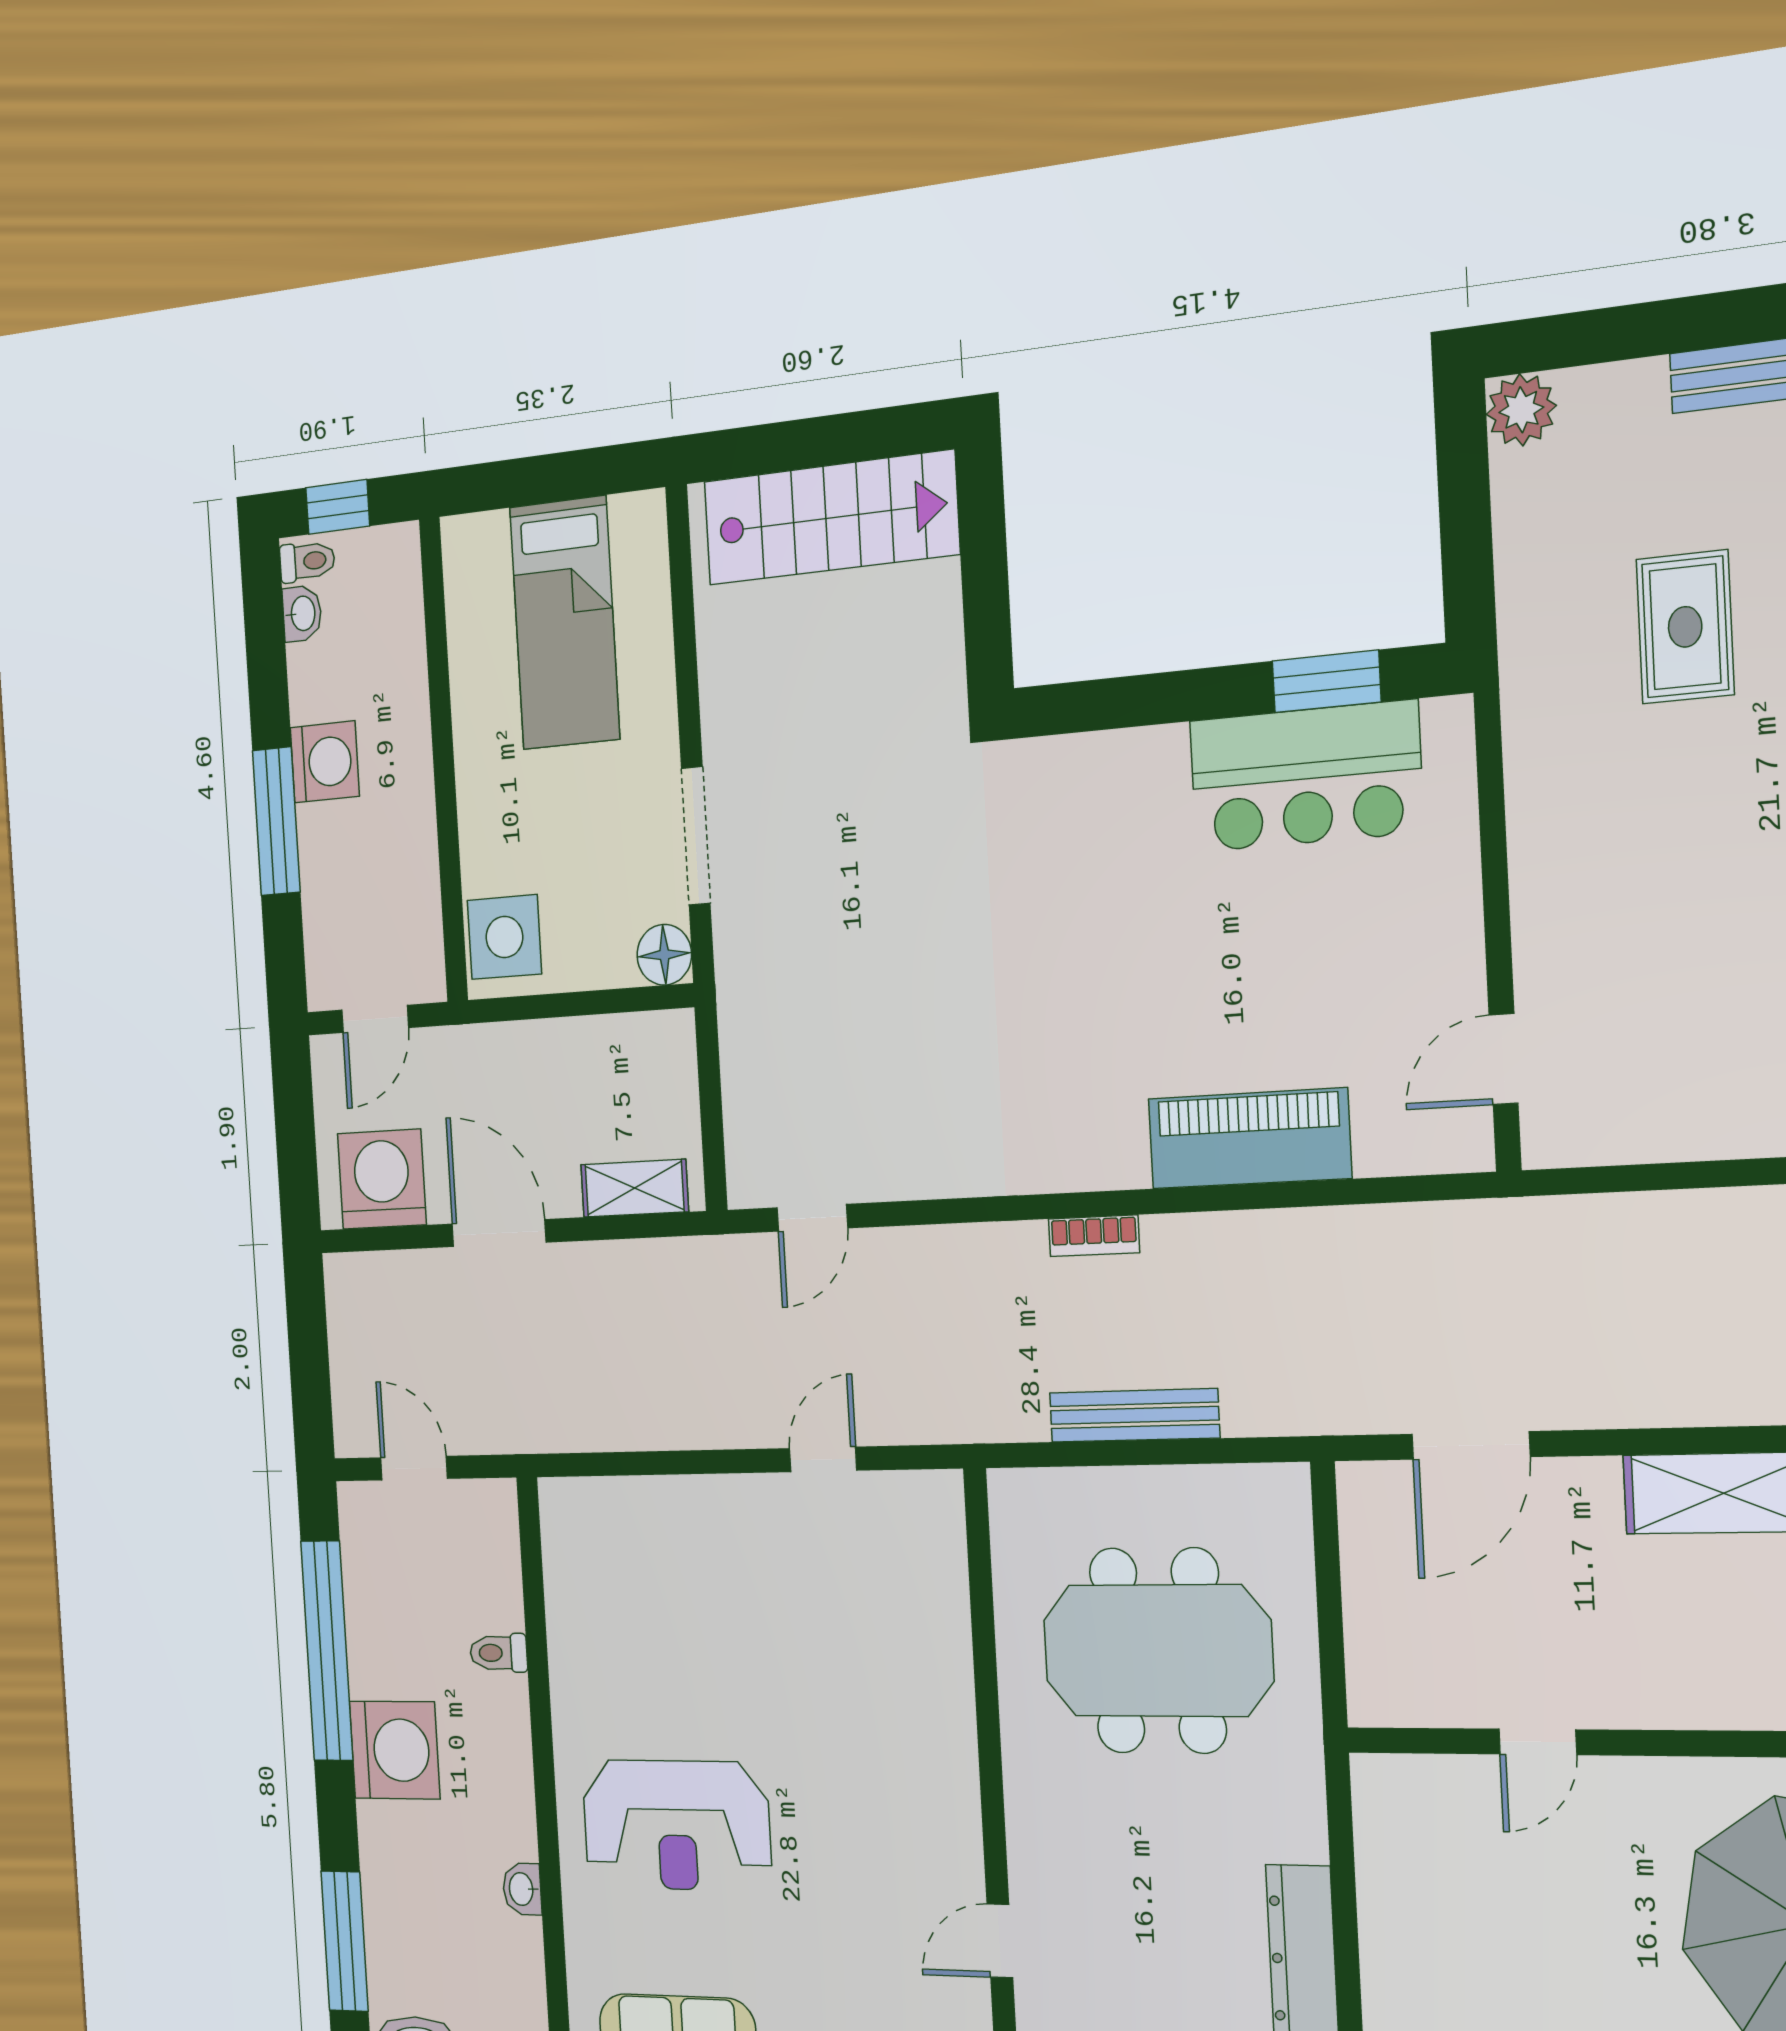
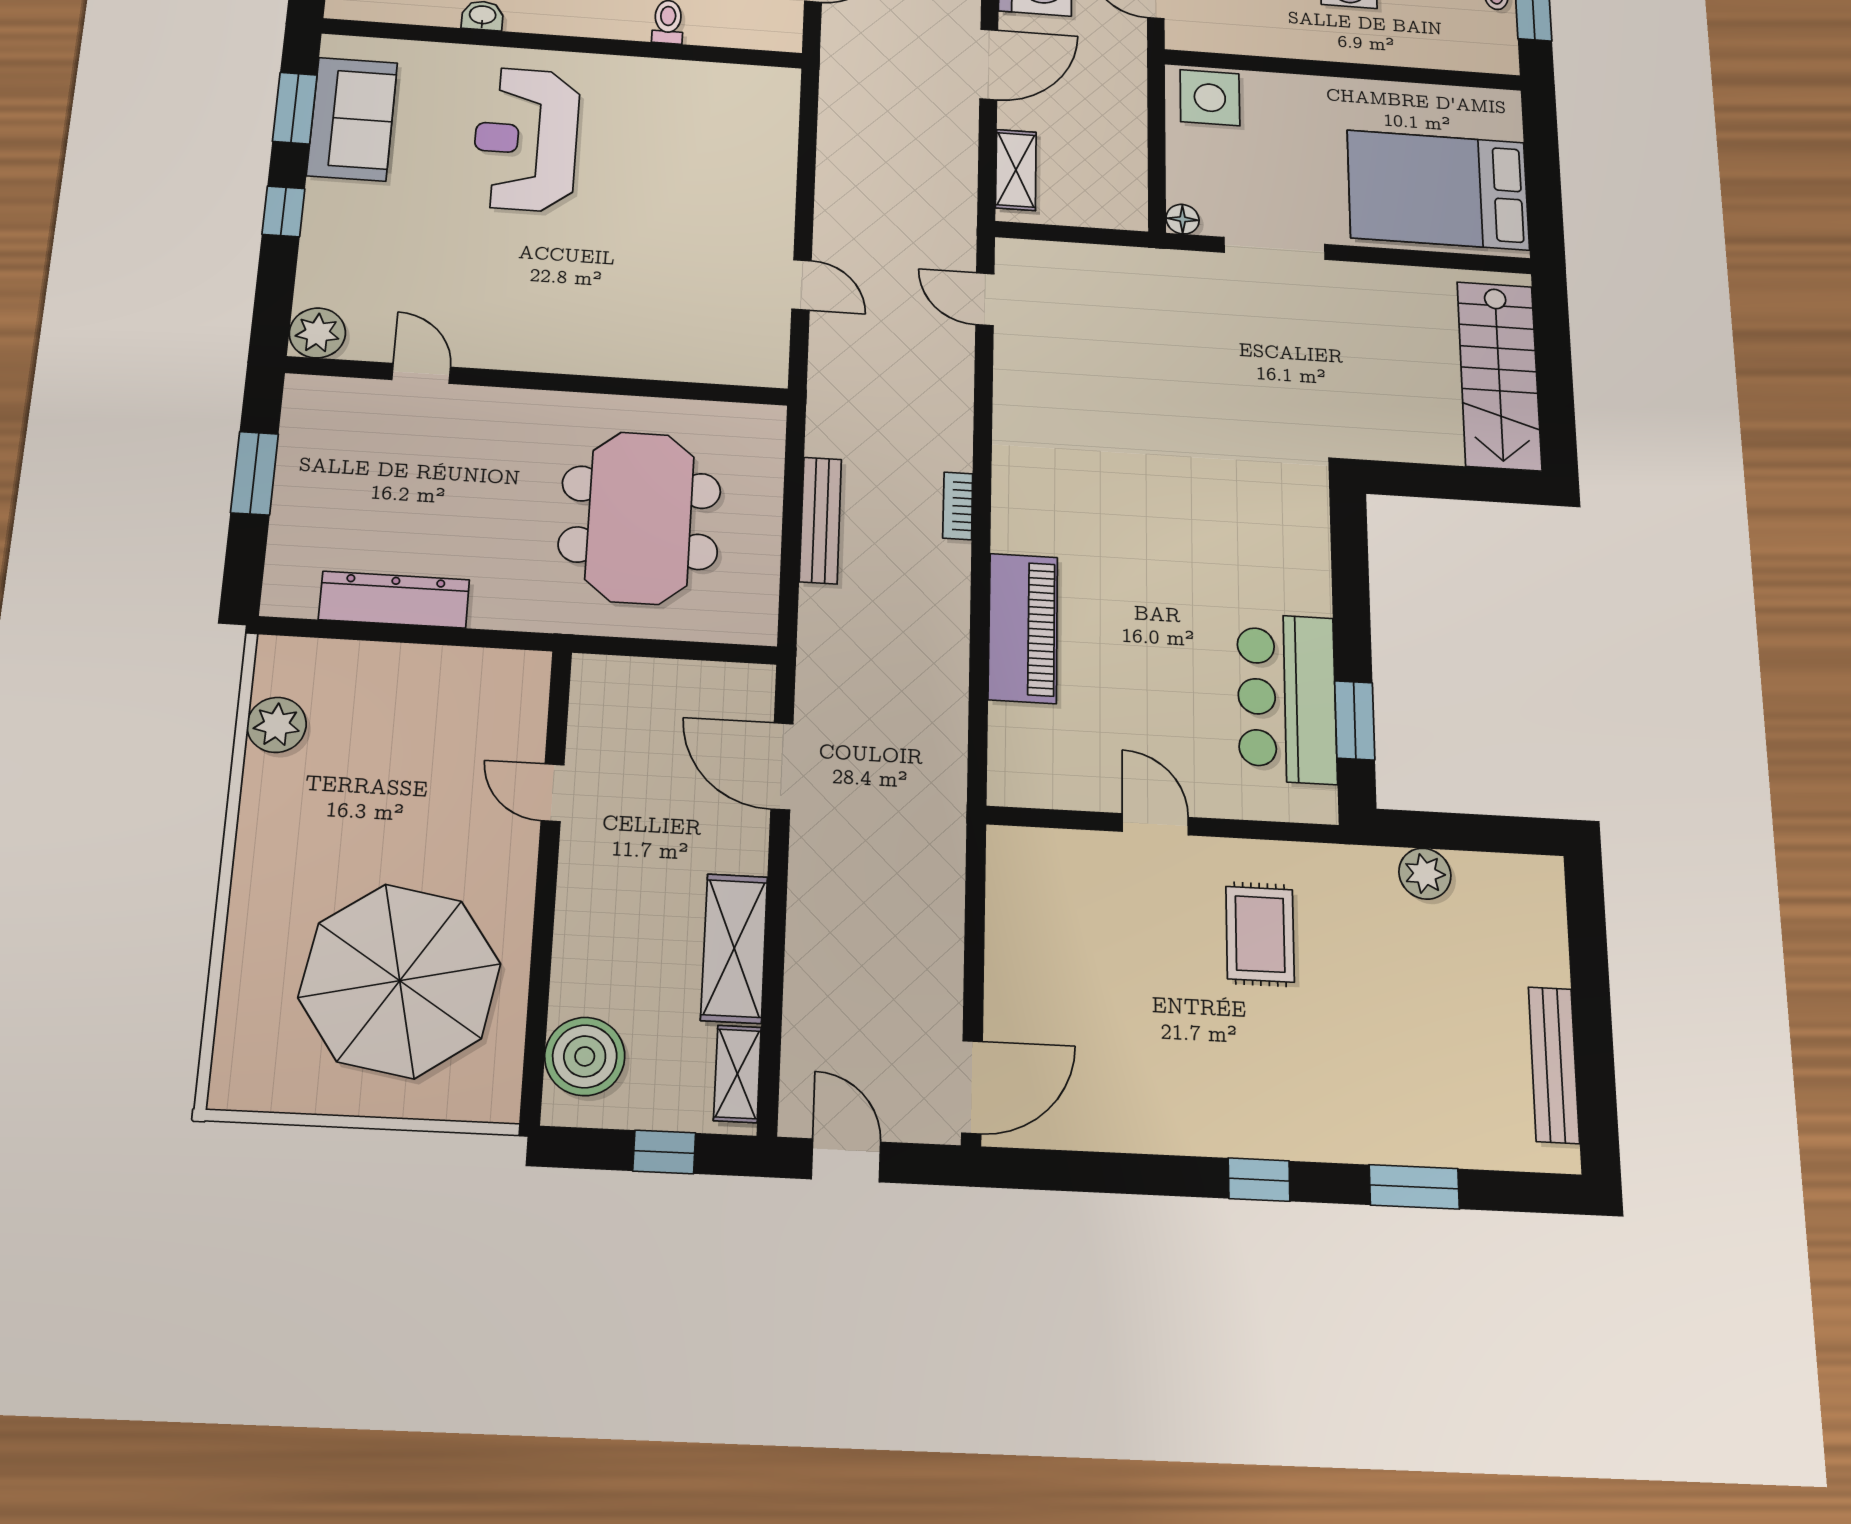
plant: (1521, 410) -> (1425, 874), moved
bed: (565, 623) -> (1438, 190), width x1.50
rug: (1685, 627) -> (1260, 934), moved, turned 90
floor lamp: (664, 955) -> (1183, 219), width x0.73, depth x0.73
door: (1504, 1059) -> (1155, 824), moved

